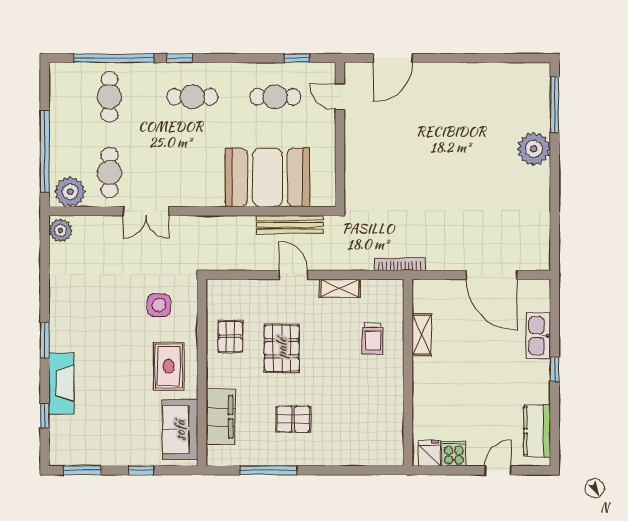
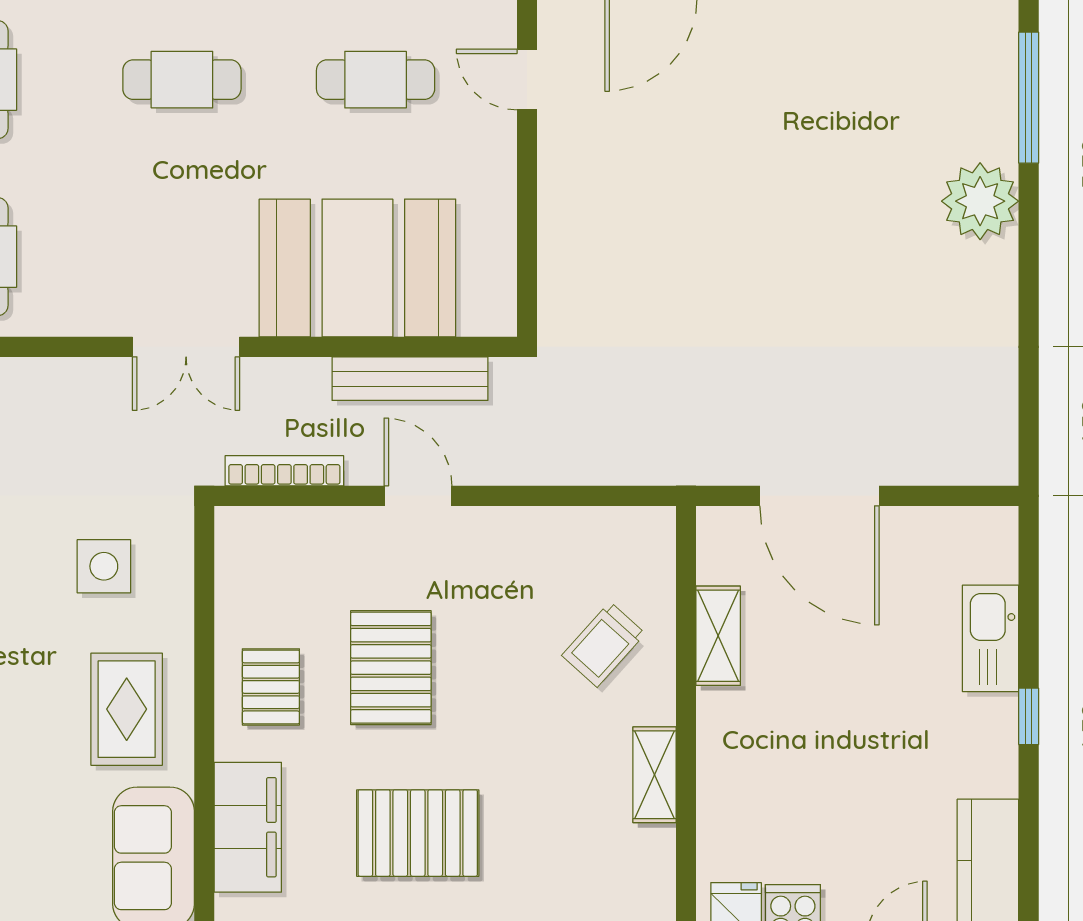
double door: (146, 211) -> (186, 347), moved
bookcase: (400, 264) -> (284, 471), moved
door: (492, 275) -> (819, 496), moved
shelving: (340, 288) -> (654, 775), moved, turned 90
pallet: (230, 337) -> (271, 687), moved
trolley: (373, 338) -> (604, 645), turned 42
pallet: (293, 419) -> (418, 833), width x1.50, depth x1.42

